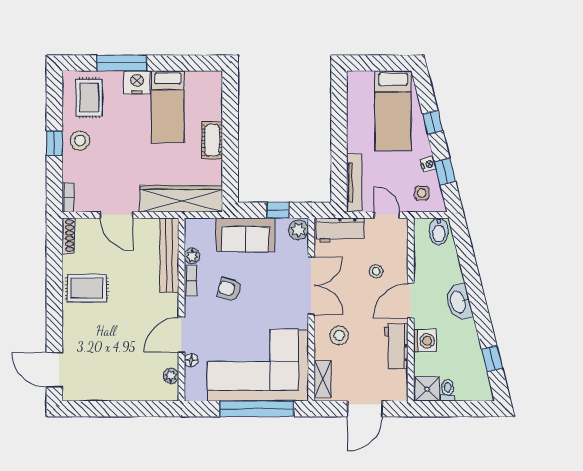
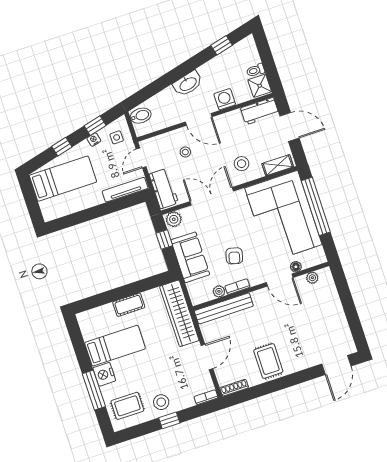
workbench: (396, 346) -> (260, 111), moved

